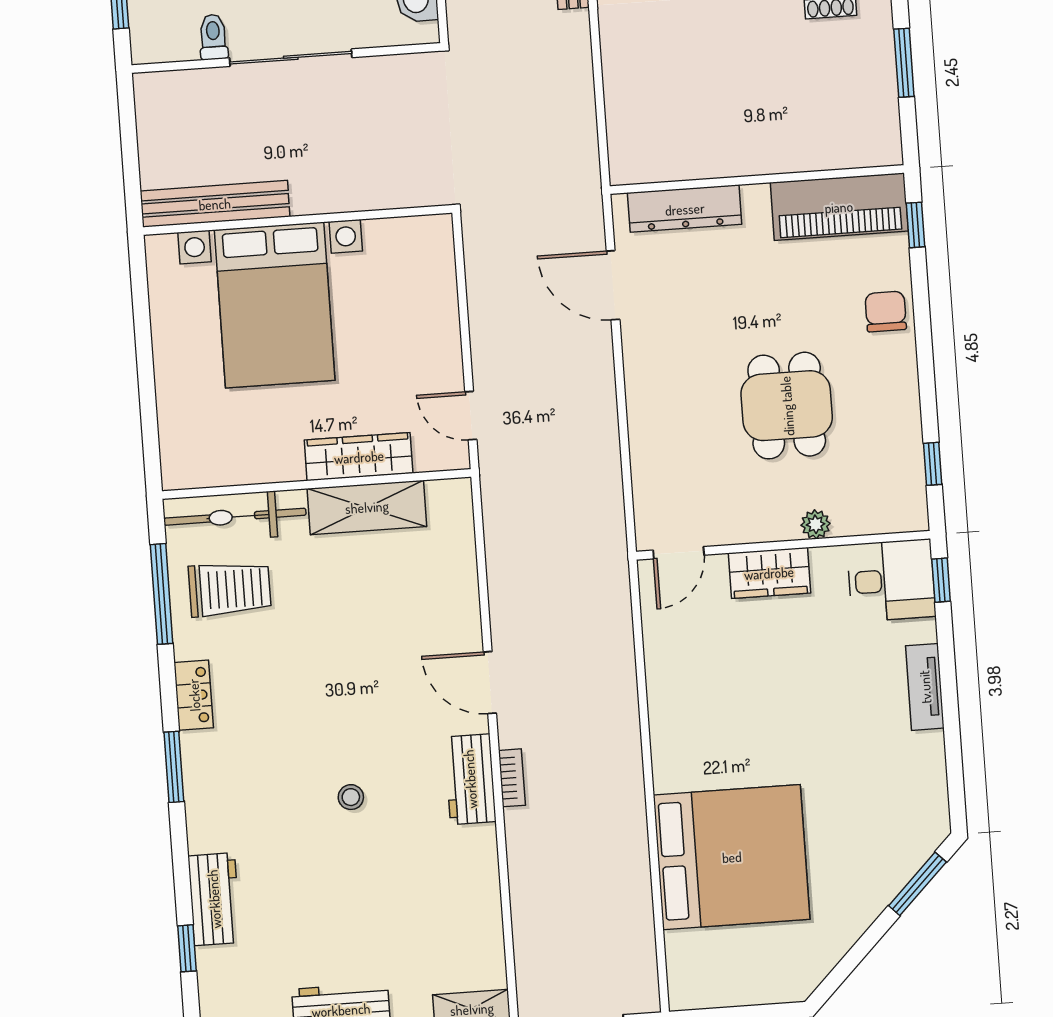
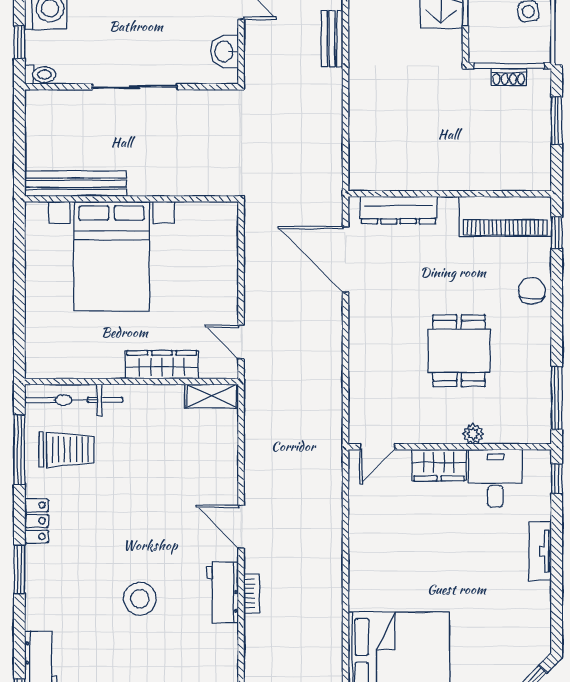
toilet: (213, 37) -> (40, 75), moved, turned 90
door: (613, 285) -> (345, 259), width x1.36
window: (933, 464) -> (557, 398), width x2.17
shelving: (367, 507) -> (212, 396), moved, width x0.67, depth x0.75
desk: (891, 580) -> (495, 478), moved, turned -90
stool: (351, 797) -> (140, 599), width x1.89, depth x1.89

